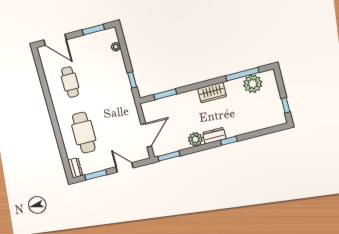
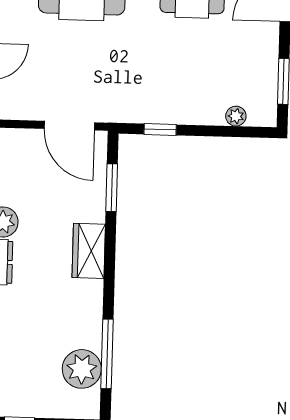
wardrobe: (212, 92) -> (89, 251), moved
door: (146, 135) -> (69, 126), moved

